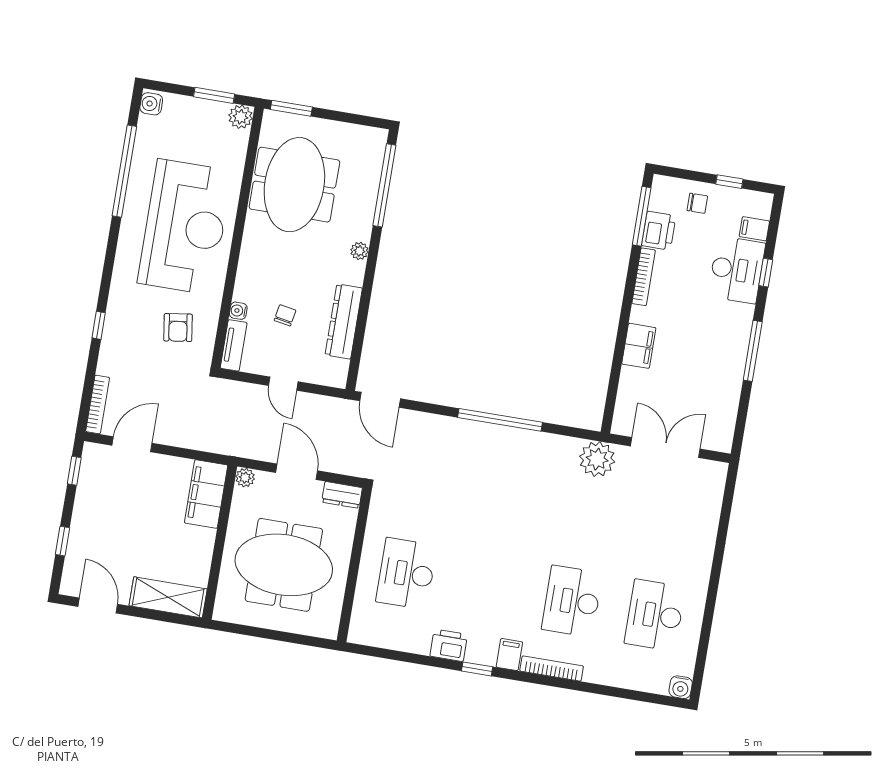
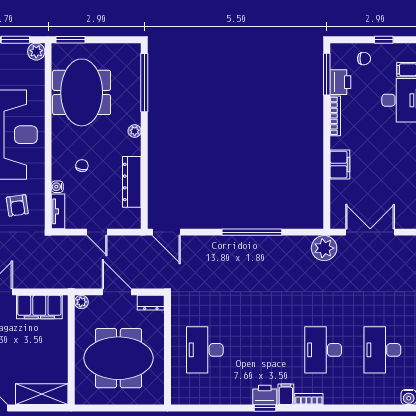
chair: (285, 315) -> (82, 166), moved
filing cabinet: (206, 494) -> (39, 307), moved, turned -90
printer: (449, 645) -> (265, 395), moved
bookcase: (552, 669) -> (309, 399), width x0.64

